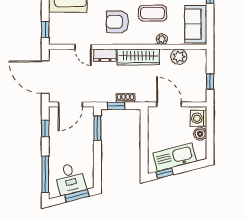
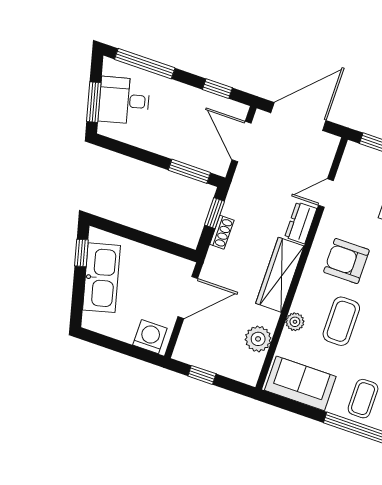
armchair: (118, 22) -> (346, 261), turned -90
boiler: (200, 134) -> (124, 331), removed

